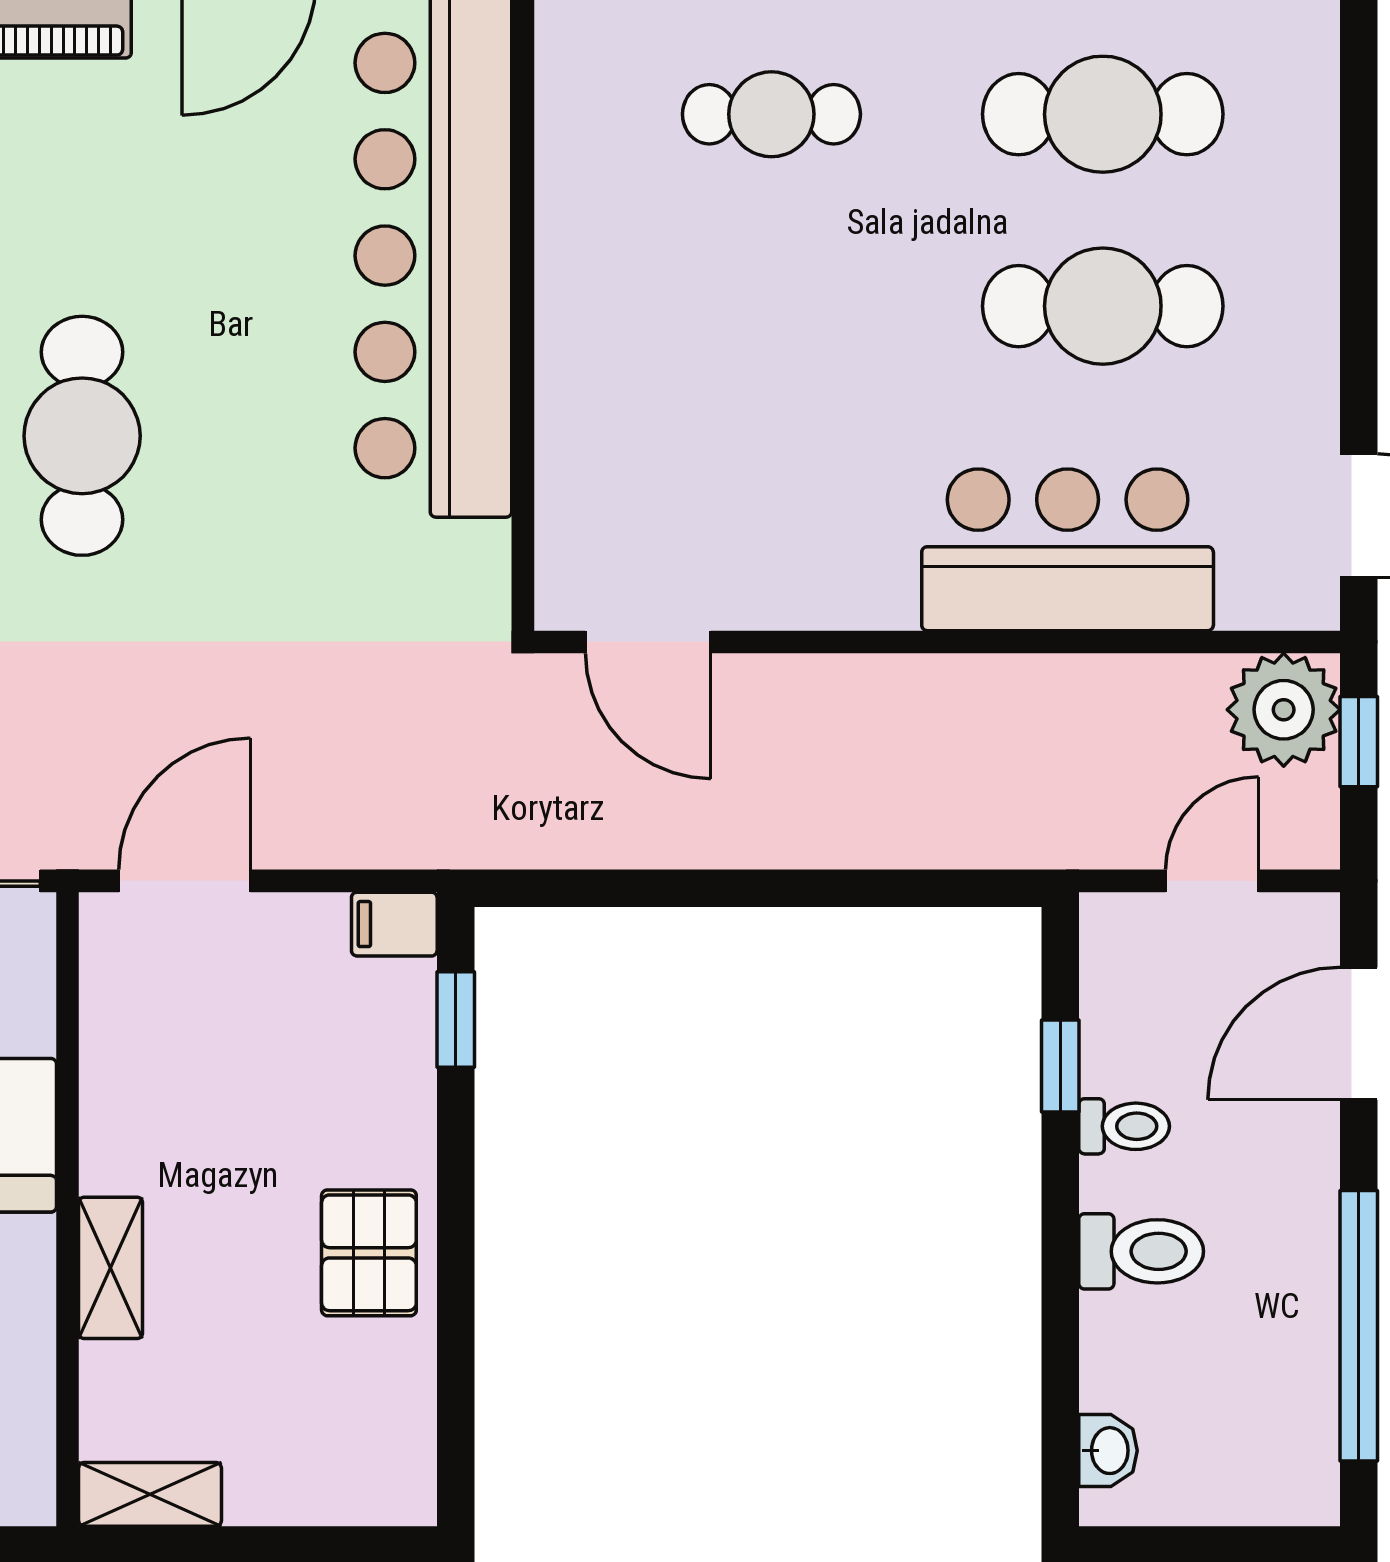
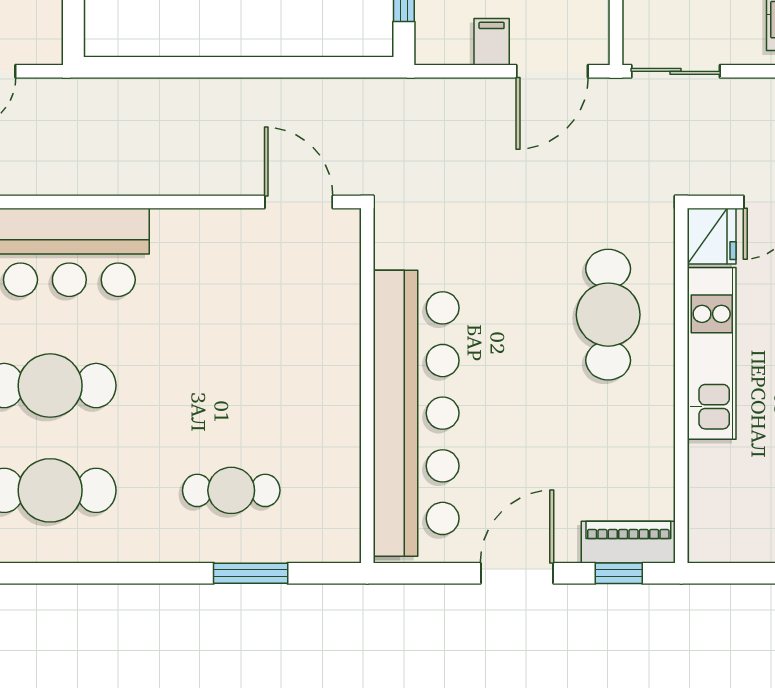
filing cabinet: (394, 924) -> (492, 42), moved, turned -90

